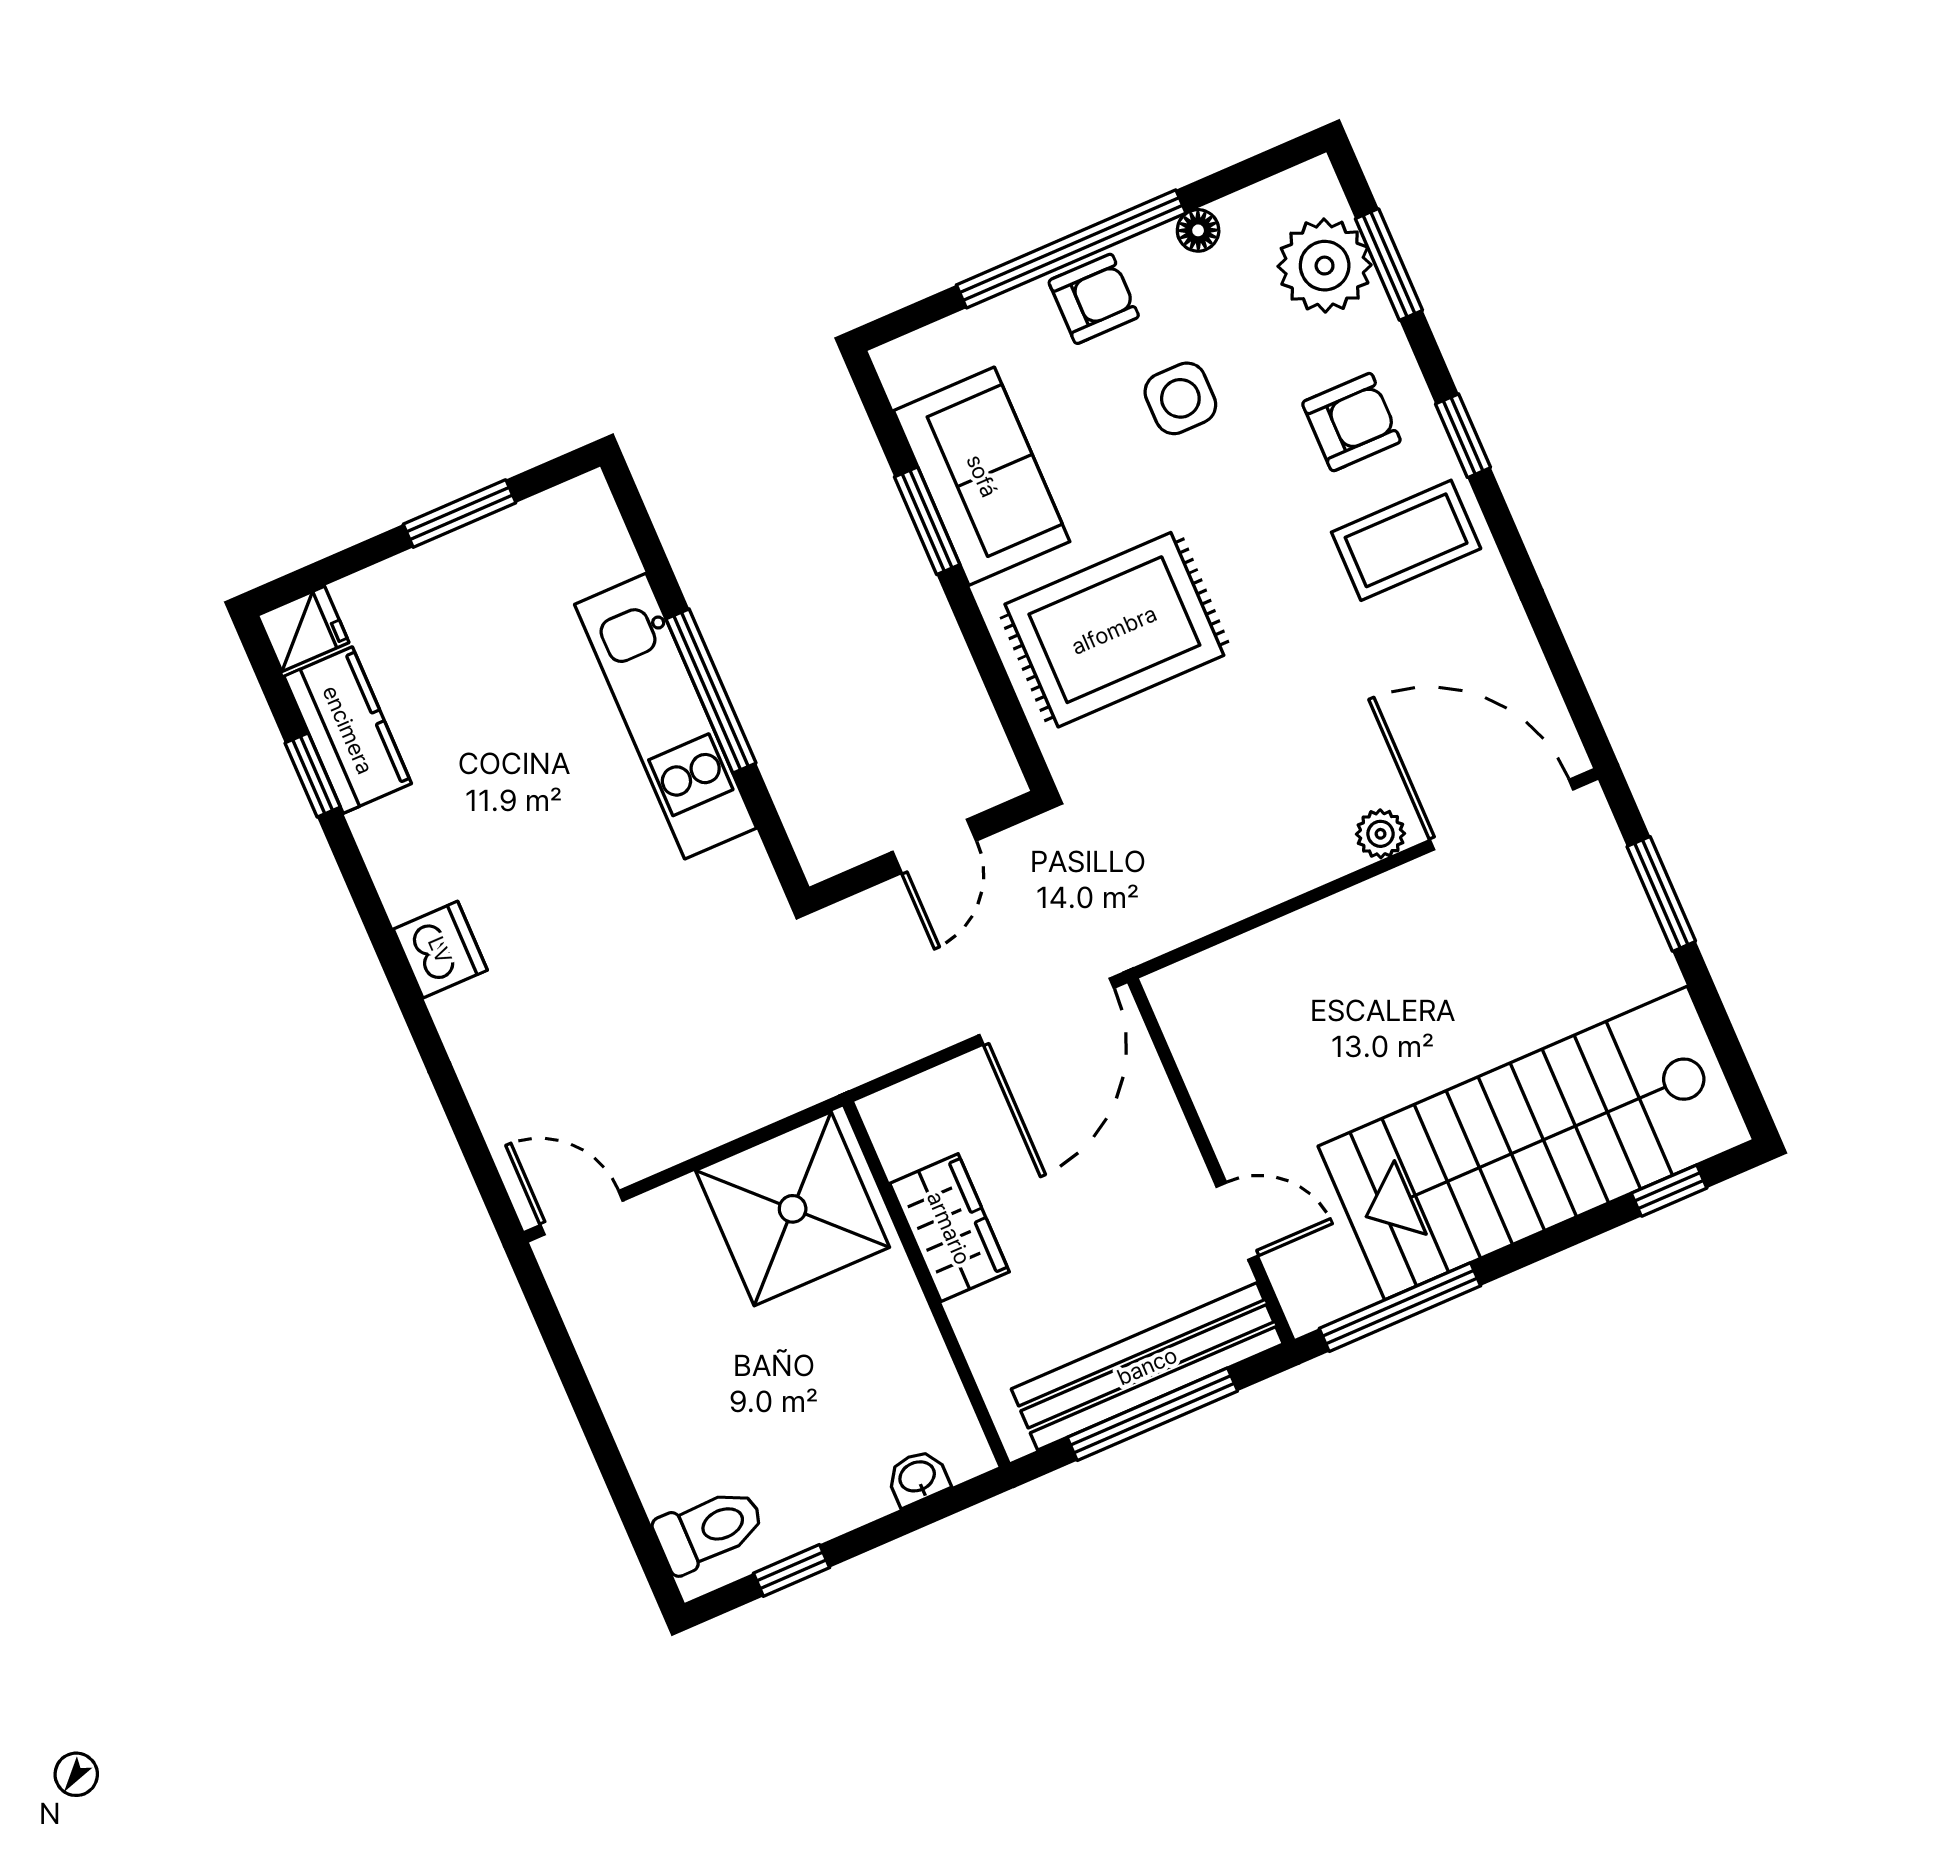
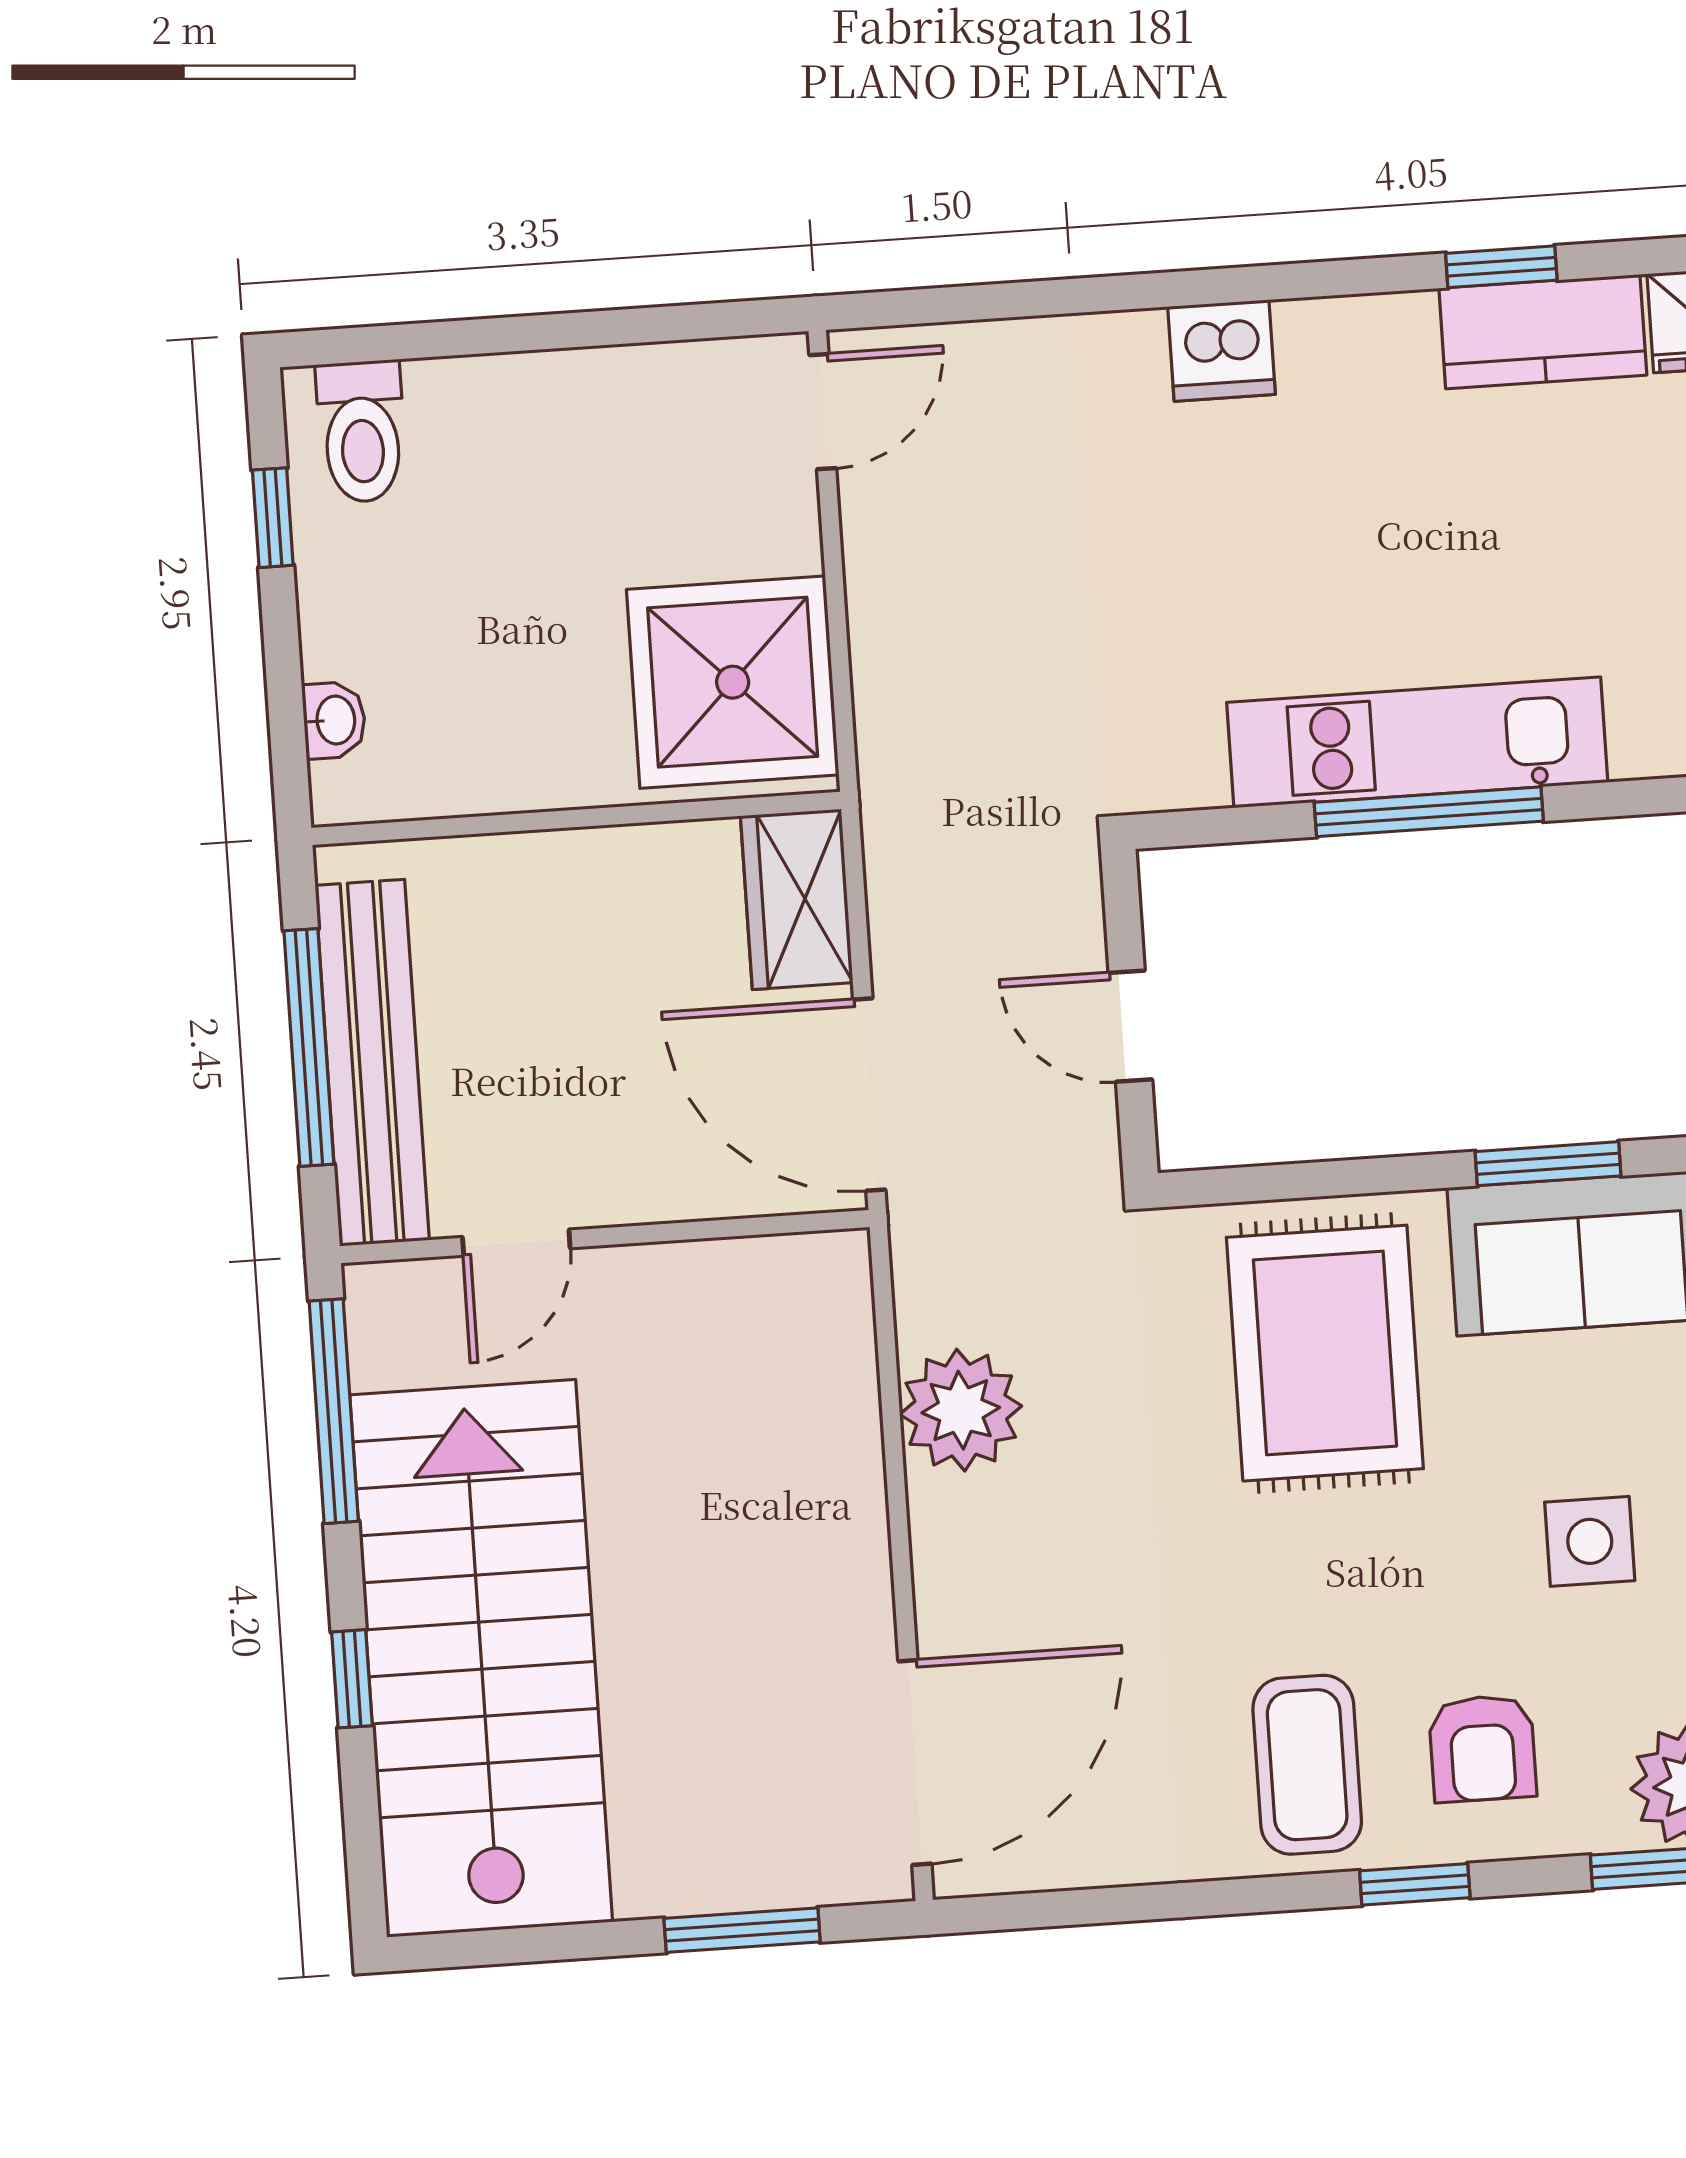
plant: (1381, 834) -> (961, 1410), moved, width x1.88, depth x1.88
window: (1669, 1191) -> (352, 1679), moved
wardrobe: (949, 1228) -> (797, 899), moved, turned 90

